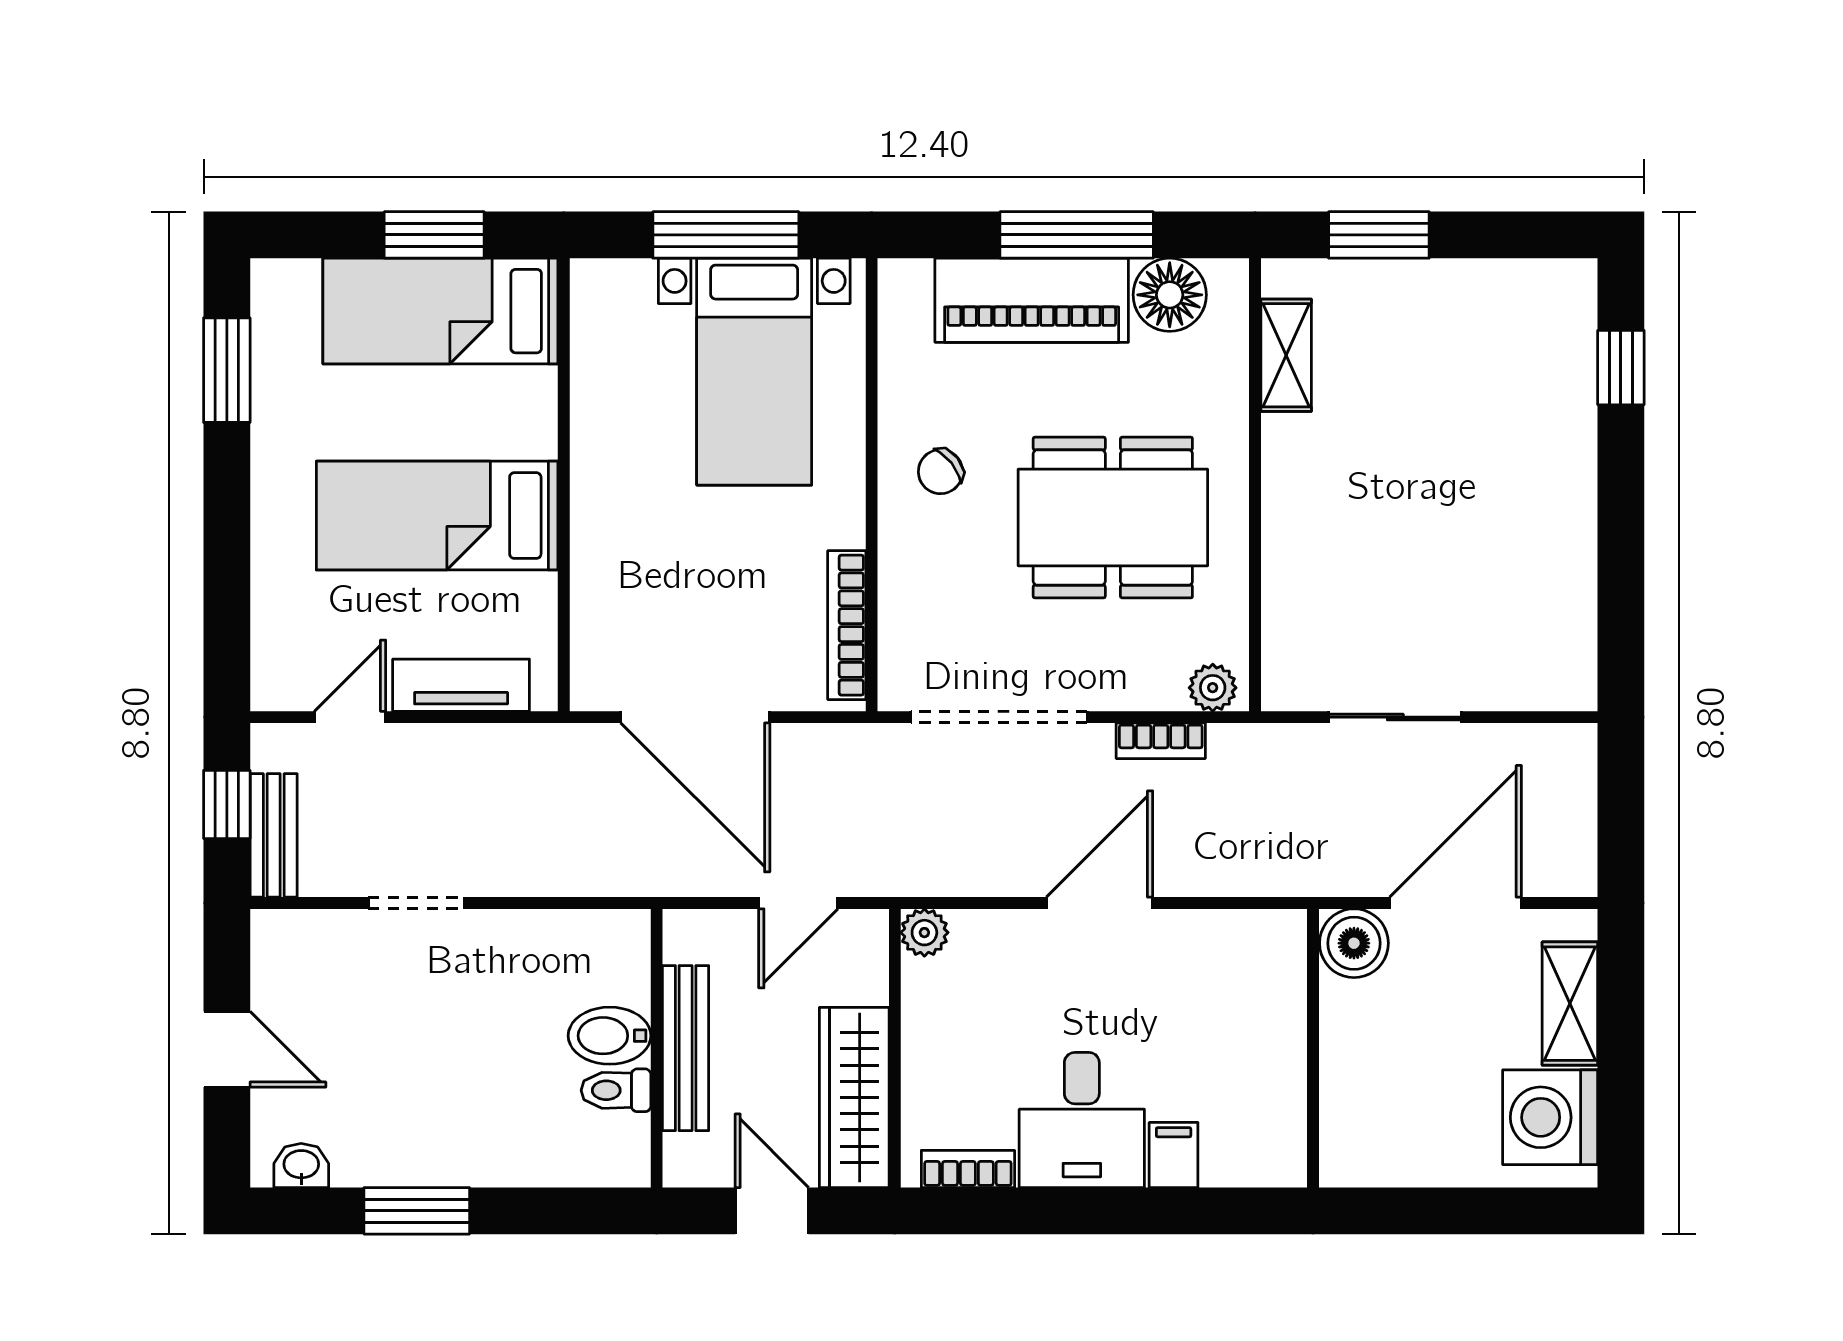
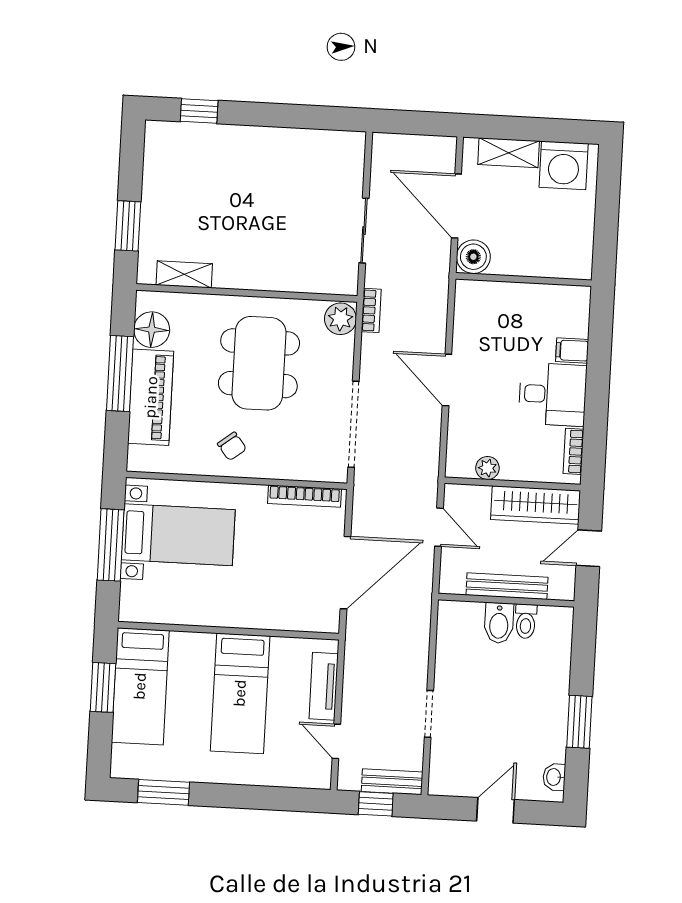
plant: (1213, 688) -> (340, 319), width x1.38, depth x1.38
bookcase: (1161, 741) -> (371, 310), moved
plant: (924, 933) -> (487, 468), moved

